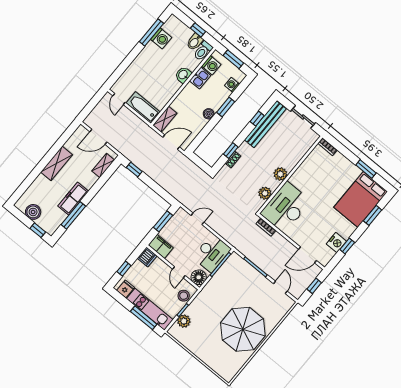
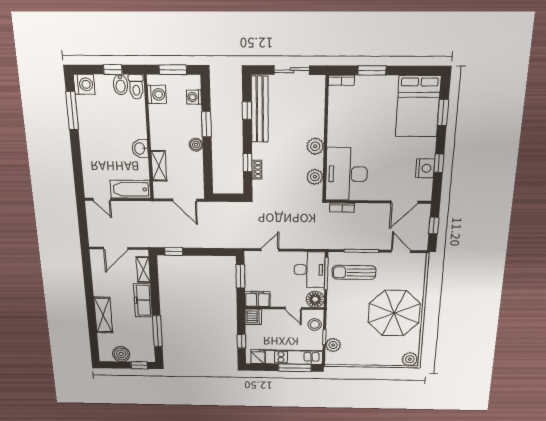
washing machine: (161, 38) -> (84, 84), moved
washbasin: (183, 75) -> (140, 149), moved
kitchen sink: (200, 78) -> (157, 116), removed
shelving: (165, 119) -> (159, 166), moved
door: (171, 142) -> (185, 200), swing flipped
shelving: (57, 163) -> (103, 315), moved
window: (366, 169) -> (372, 70), moved
freezer: (73, 199) -> (143, 300), moved
sun lounger: (239, 278) -> (354, 272), added
plant: (227, 373) -> (410, 359), added

